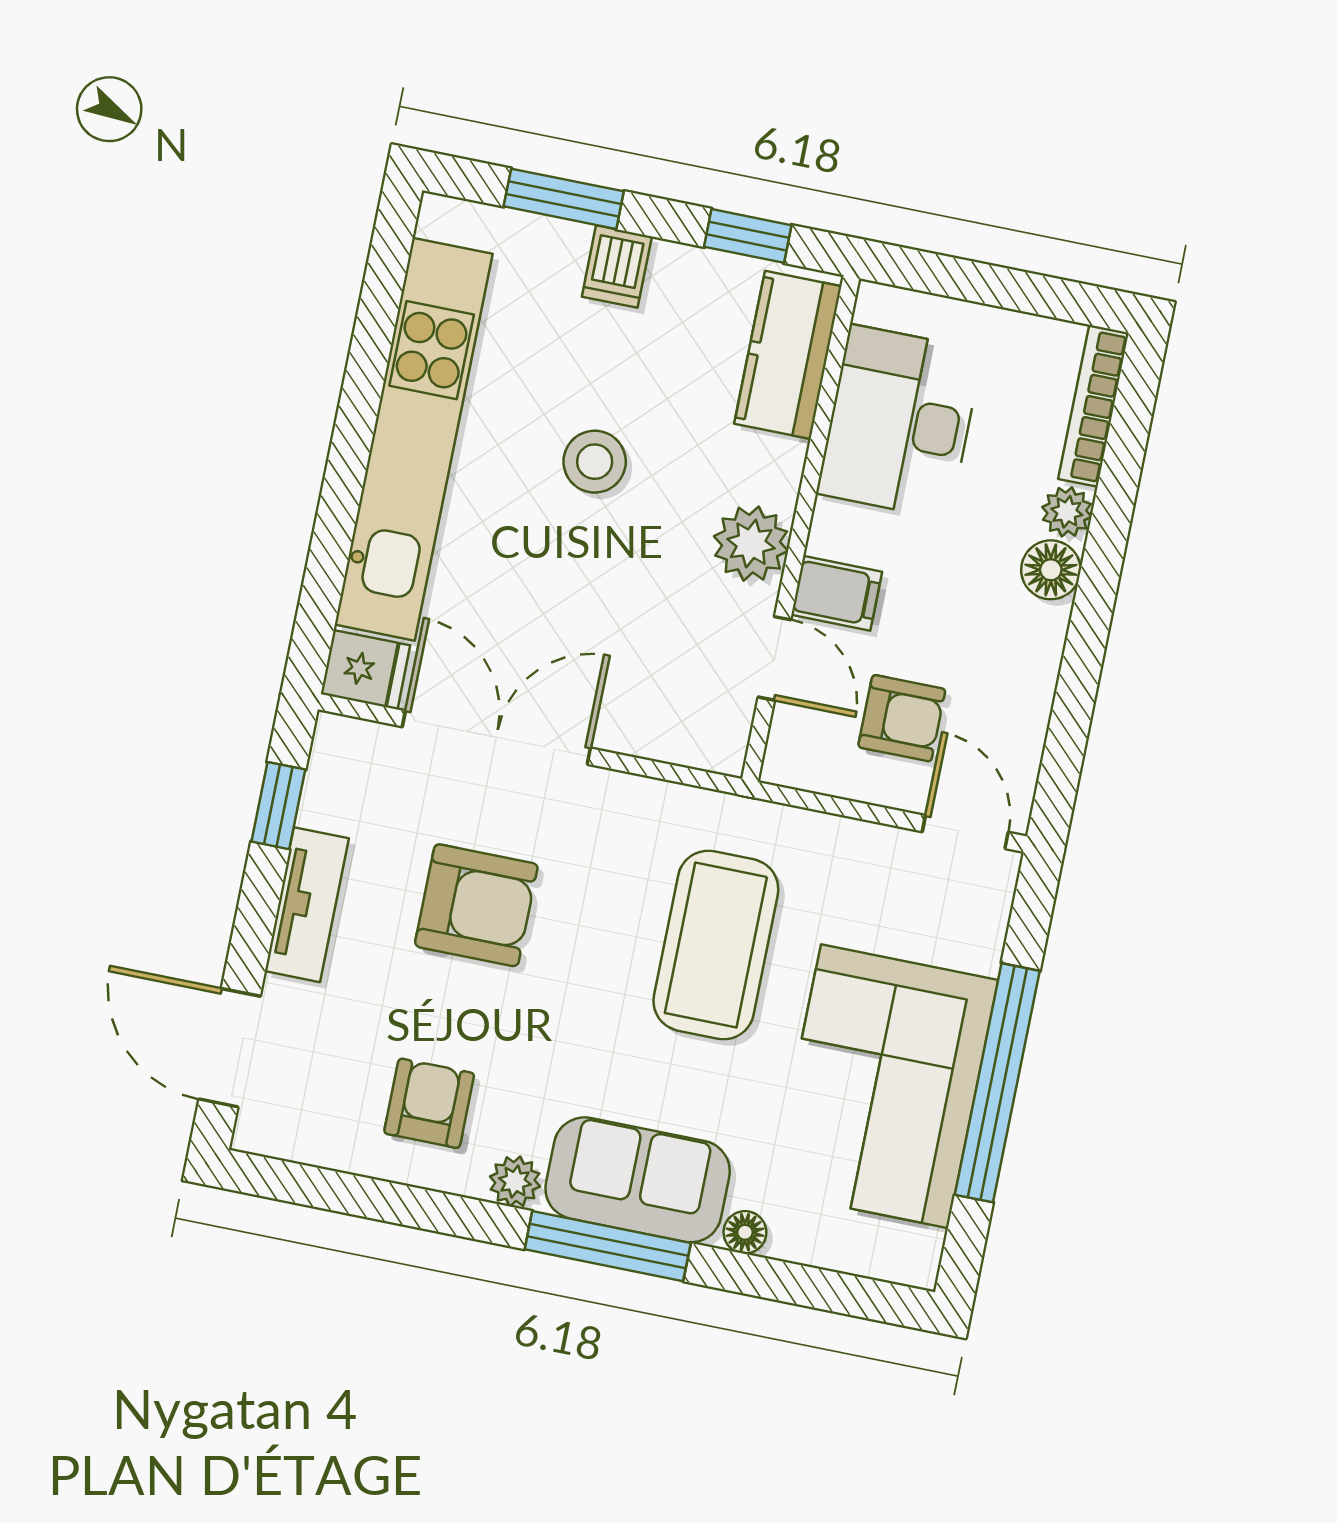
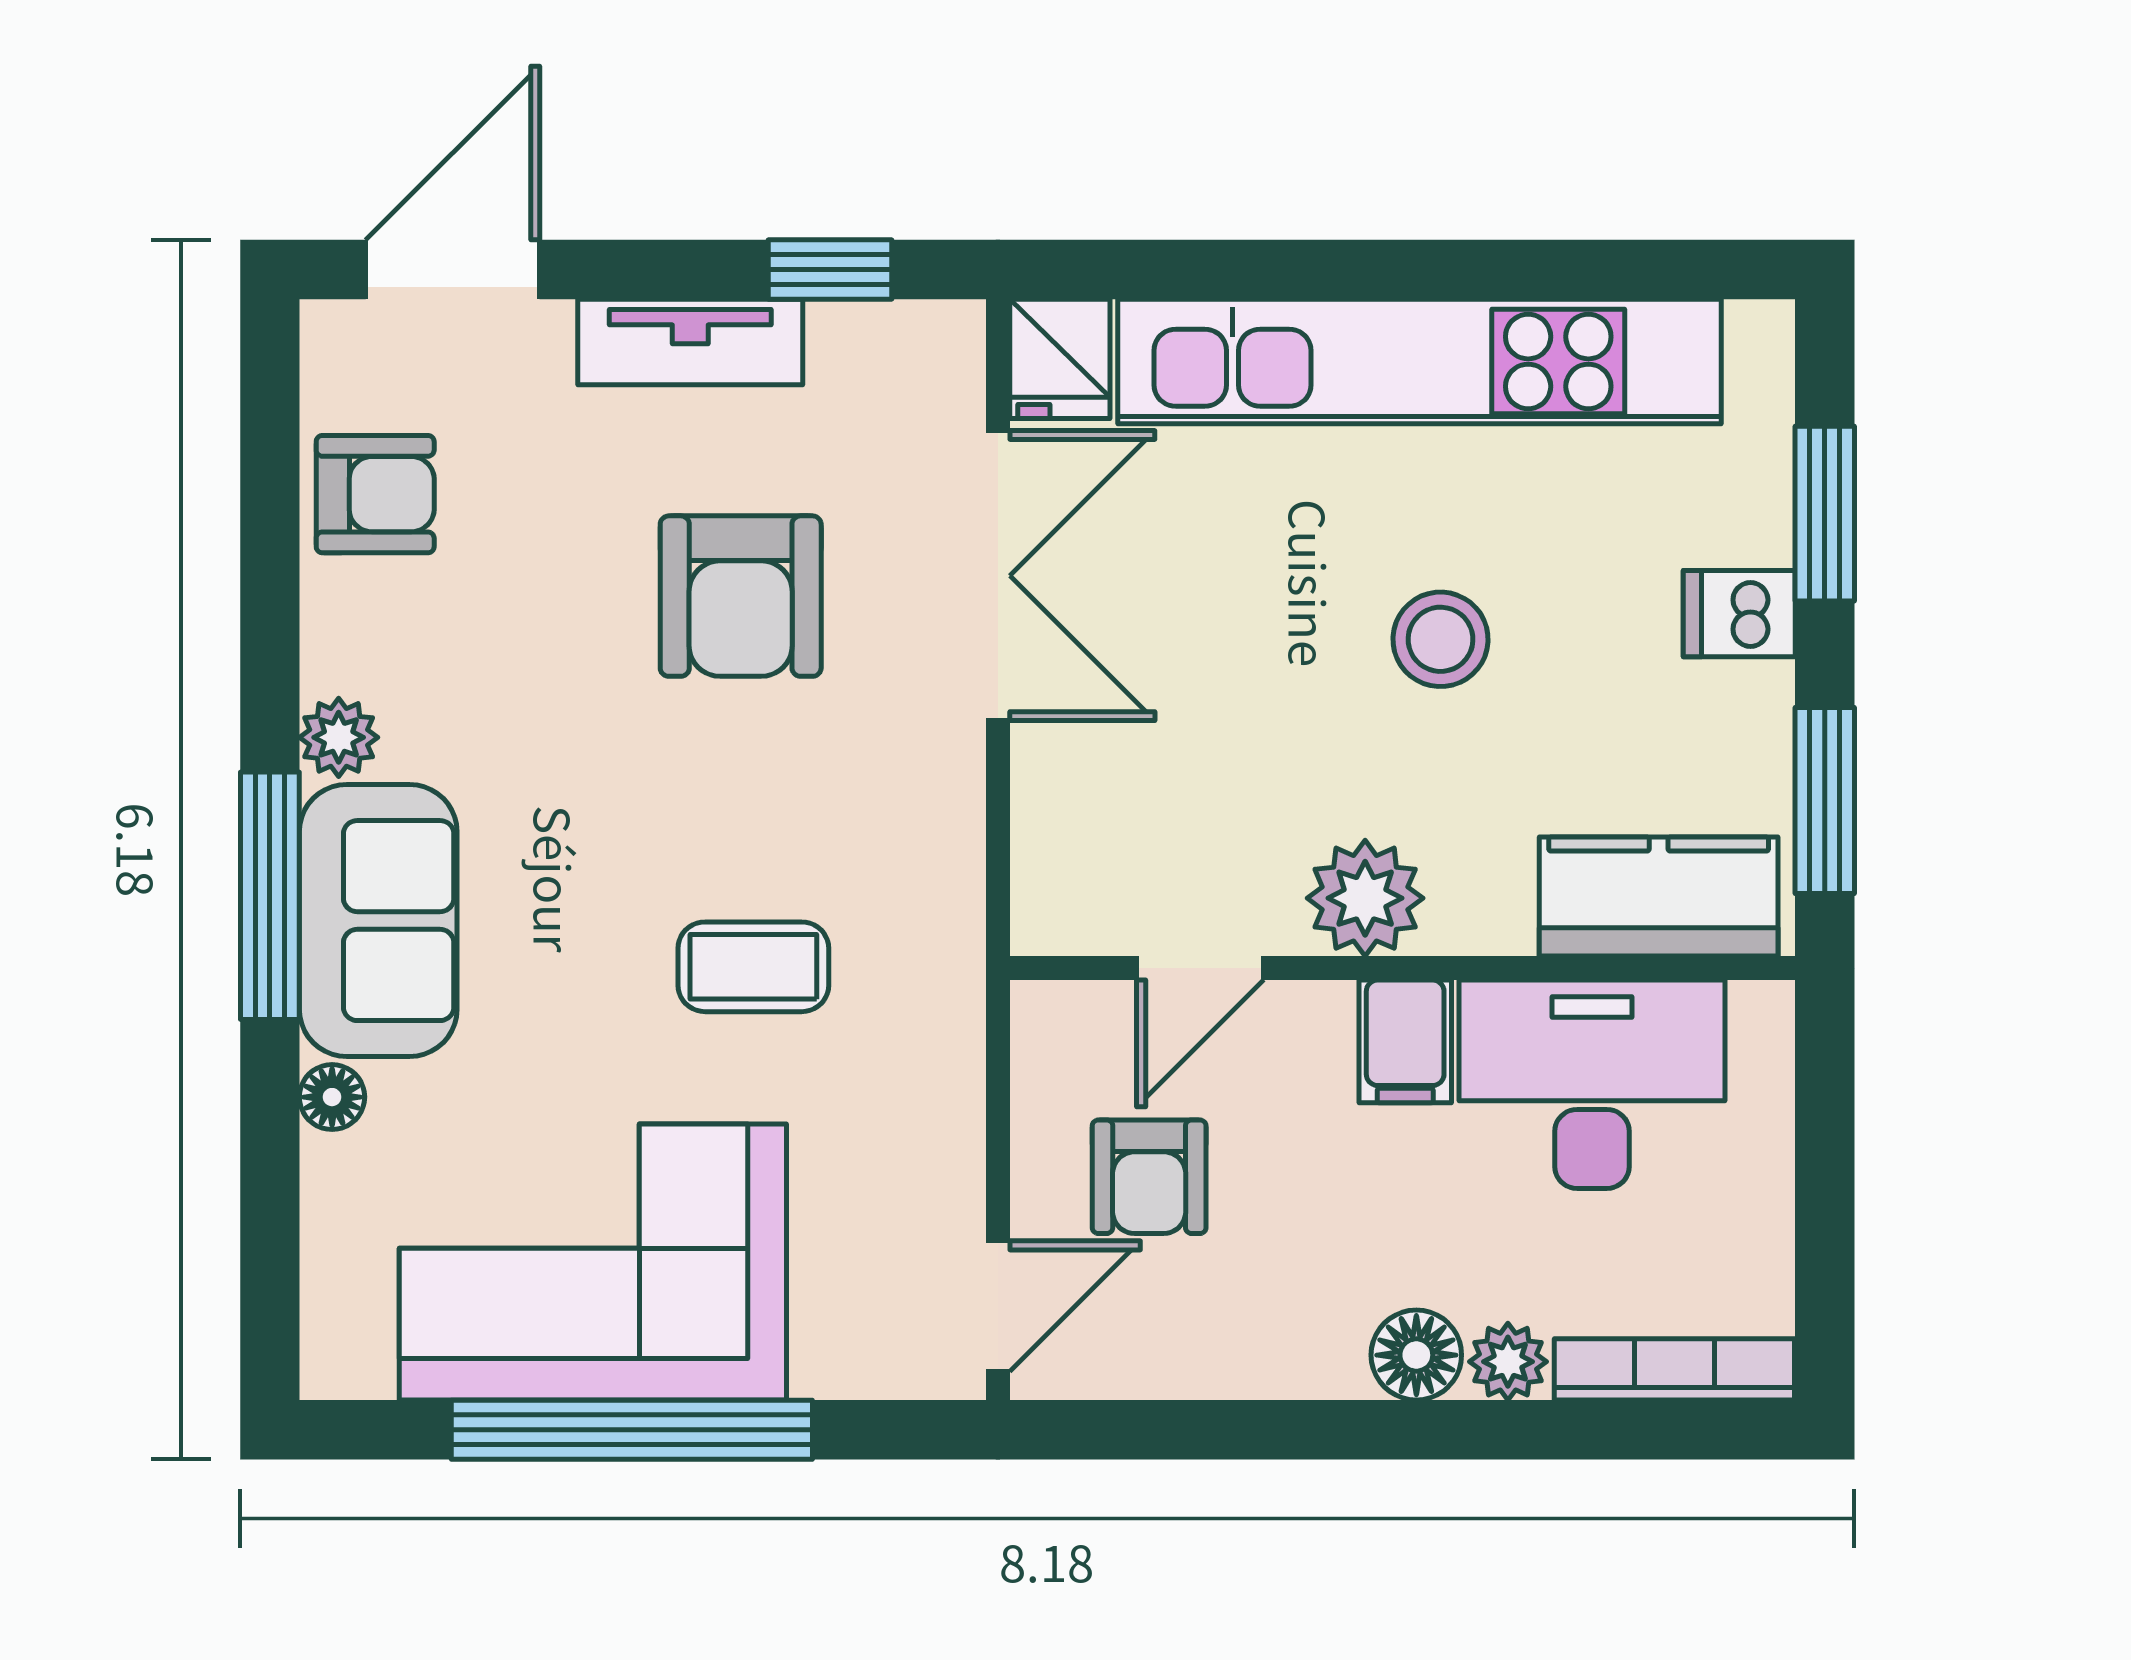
window: (748, 236) -> (1825, 800), width x1.50
filing cabinet: (837, 593) -> (1405, 1041), moved
coffee table: (716, 945) -> (753, 967), width x0.54, depth x0.58
armchair: (429, 1103) -> (375, 494), moved

